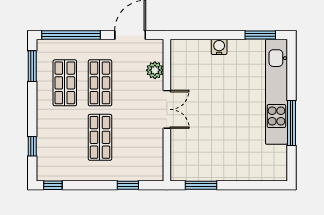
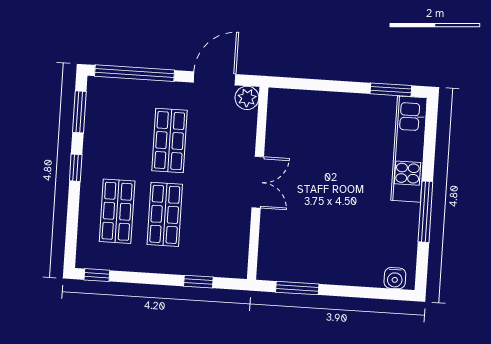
water cooler: (219, 47) -> (395, 278), moved, turned 180
plant: (155, 70) -> (247, 98), moved
shop shelf: (65, 83) -> (117, 211), moved
kitchen unit: (276, 92) -> (409, 149), width x0.73
window: (32, 146) -> (76, 168), moved

